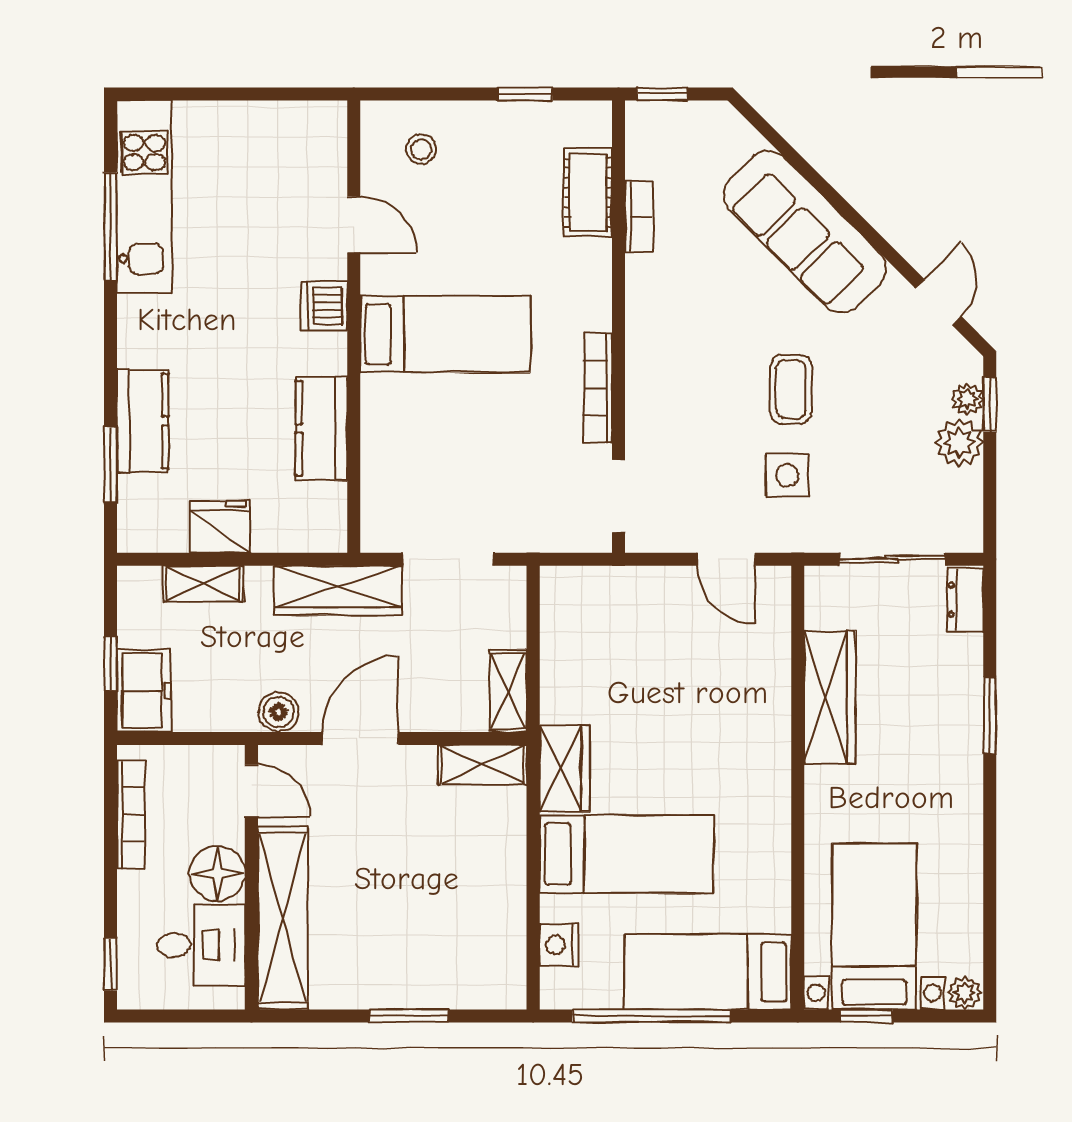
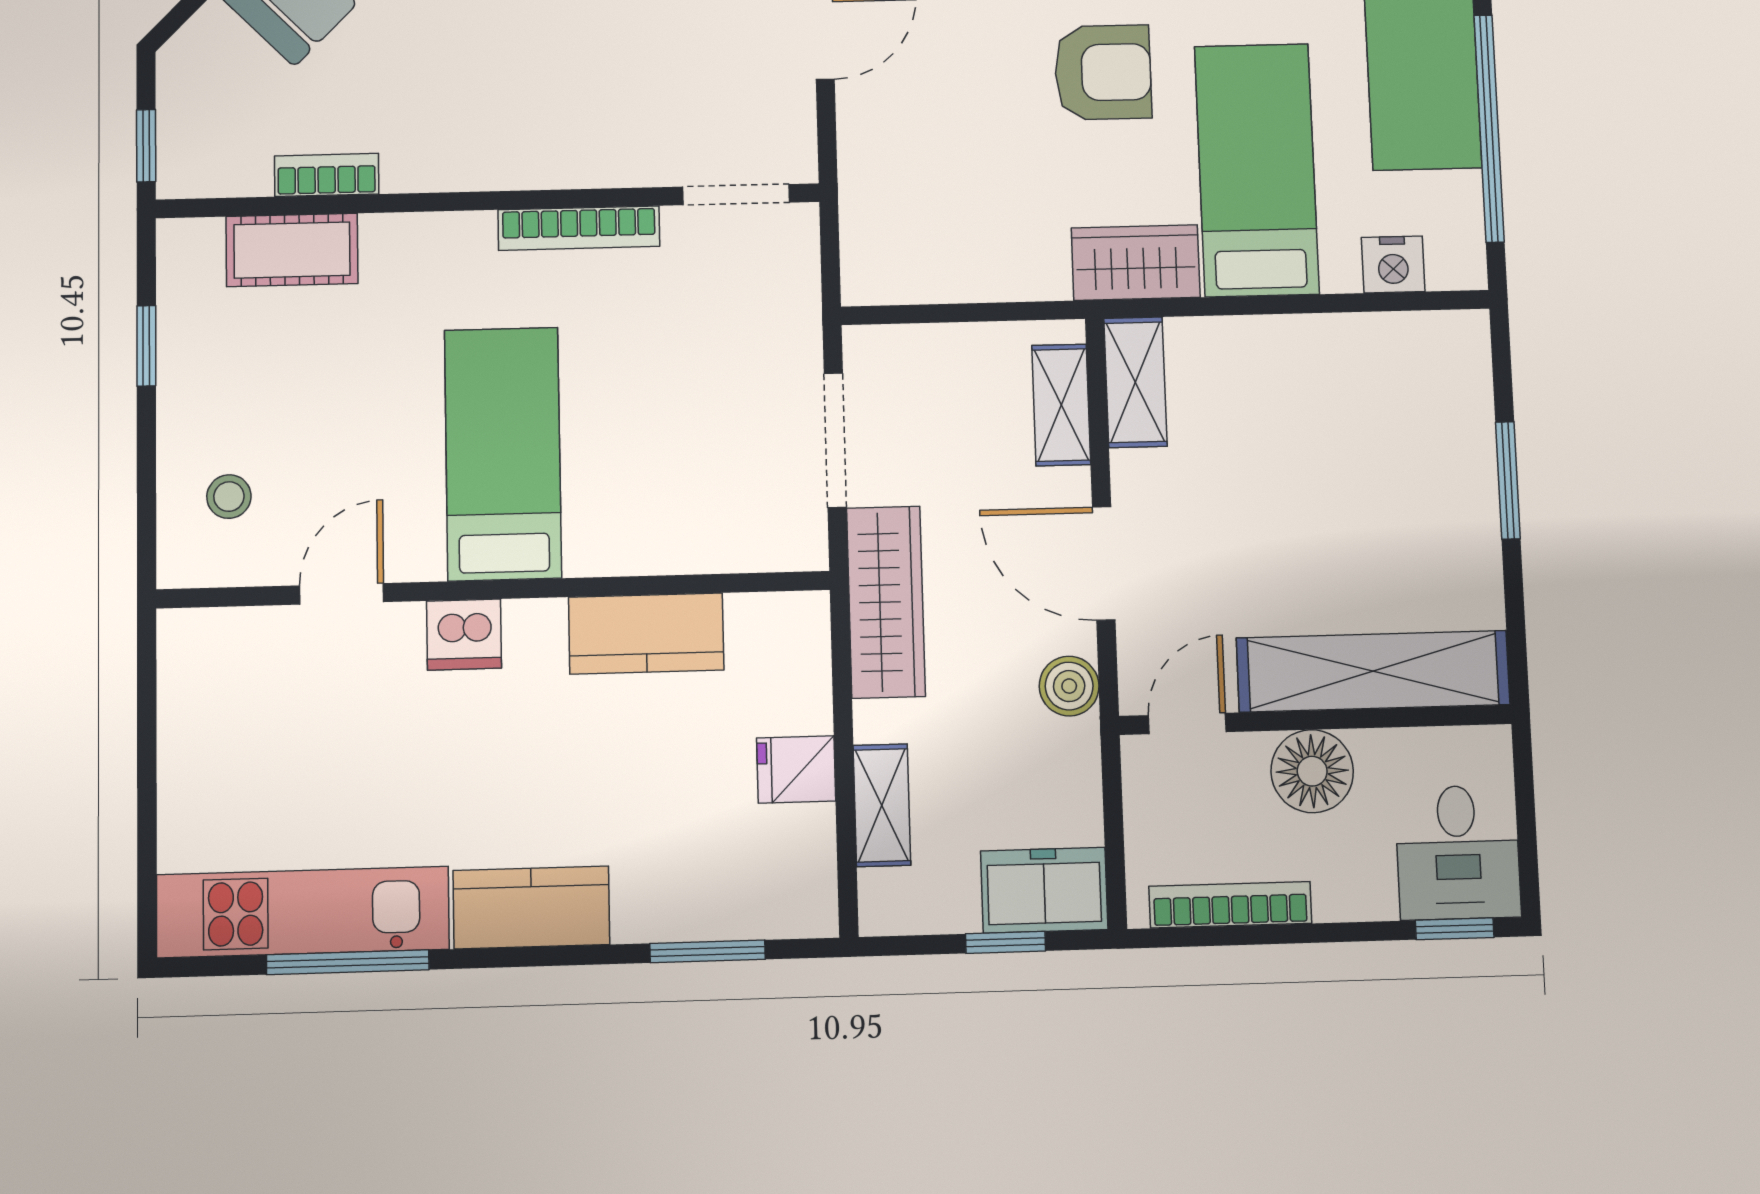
kitchen counter: (143, 421) -> (531, 907), moved
fridge: (220, 527) -> (796, 770), width x0.72
shelving: (508, 691) -> (1061, 405), moved, turned 90
armchair: (697, 751) -> (1103, 72), added
desk: (201, 945) -> (1458, 852), moved, turned 180

